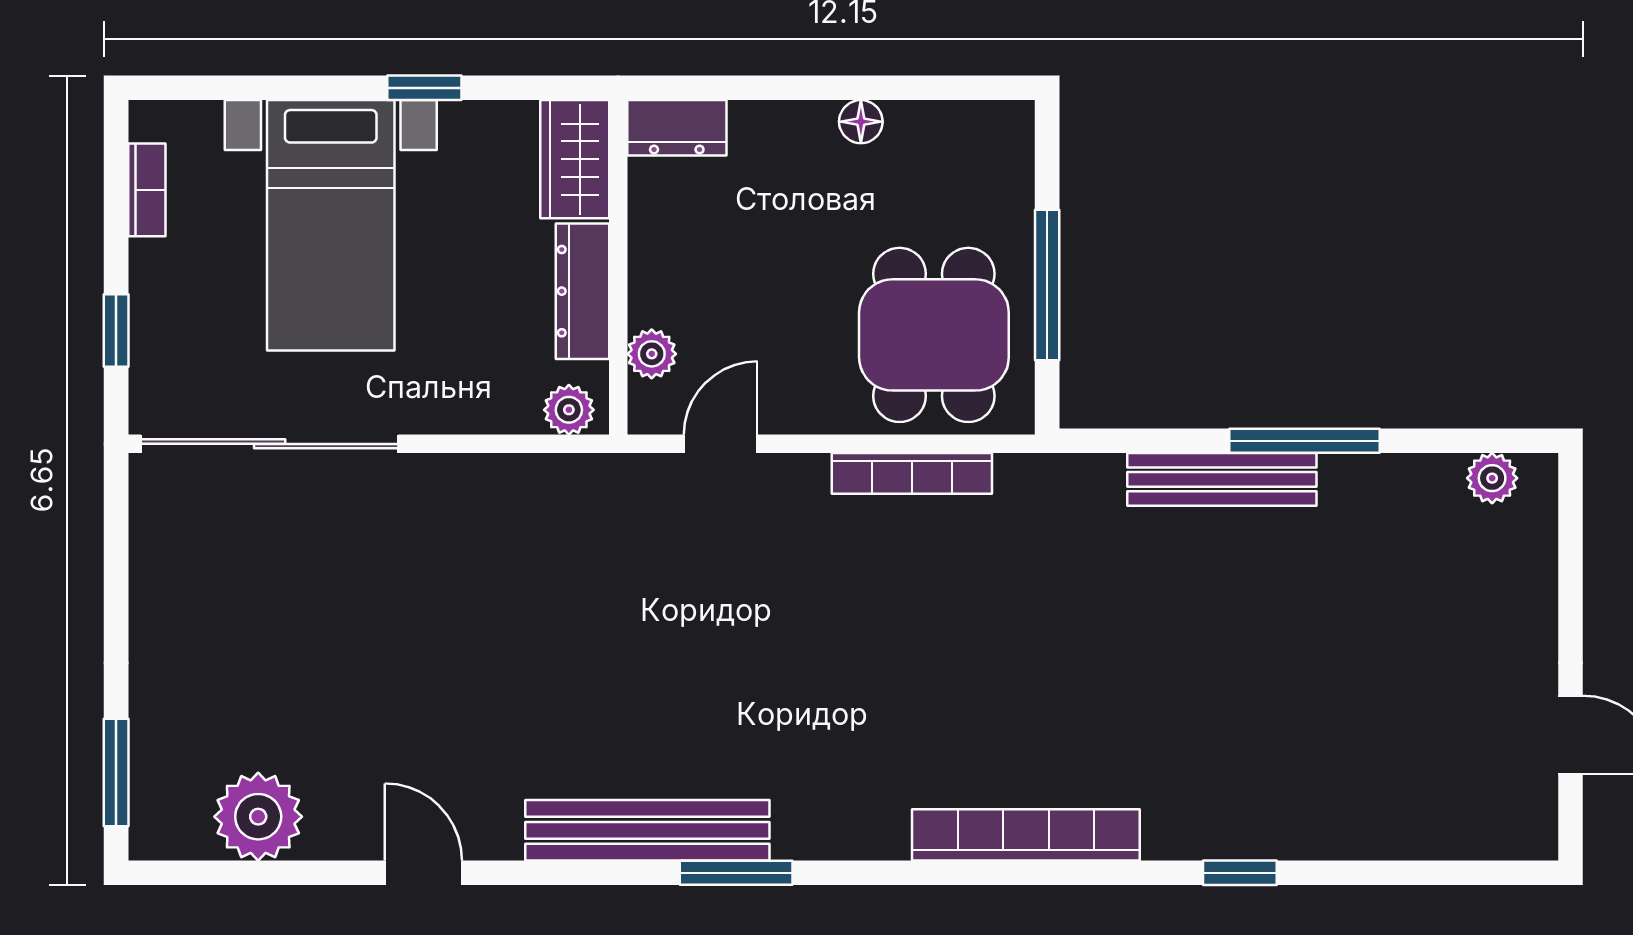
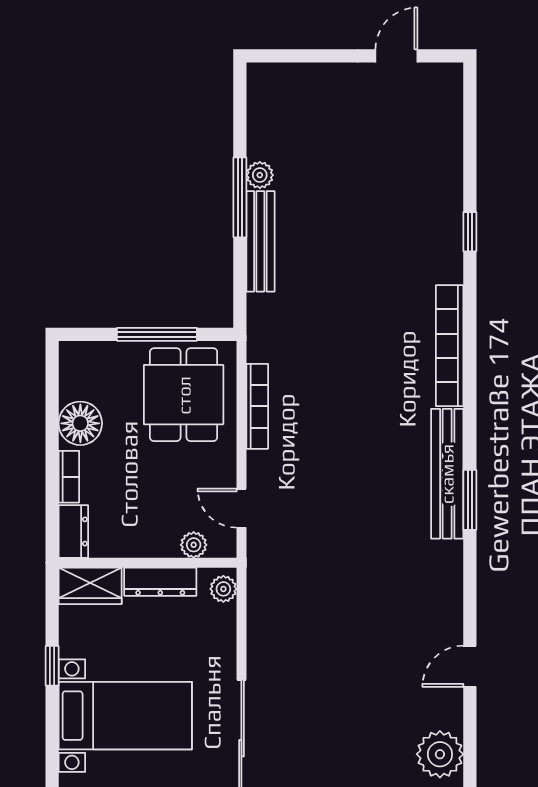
bookcase: (780, 119) -> (69, 477), added
floor lamp: (861, 122) -> (80, 423), width x1.89, depth x1.89
dining table: (934, 335) -> (184, 395), turned 90
plant: (1492, 478) -> (260, 175), moved
bench: (647, 830) -> (447, 474), moved

